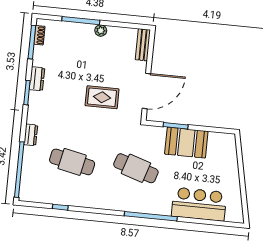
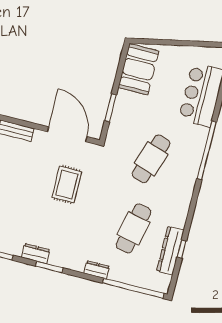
booth: (186, 143) -> (138, 69), moved
dresser: (57, 197) -> (170, 251), added

